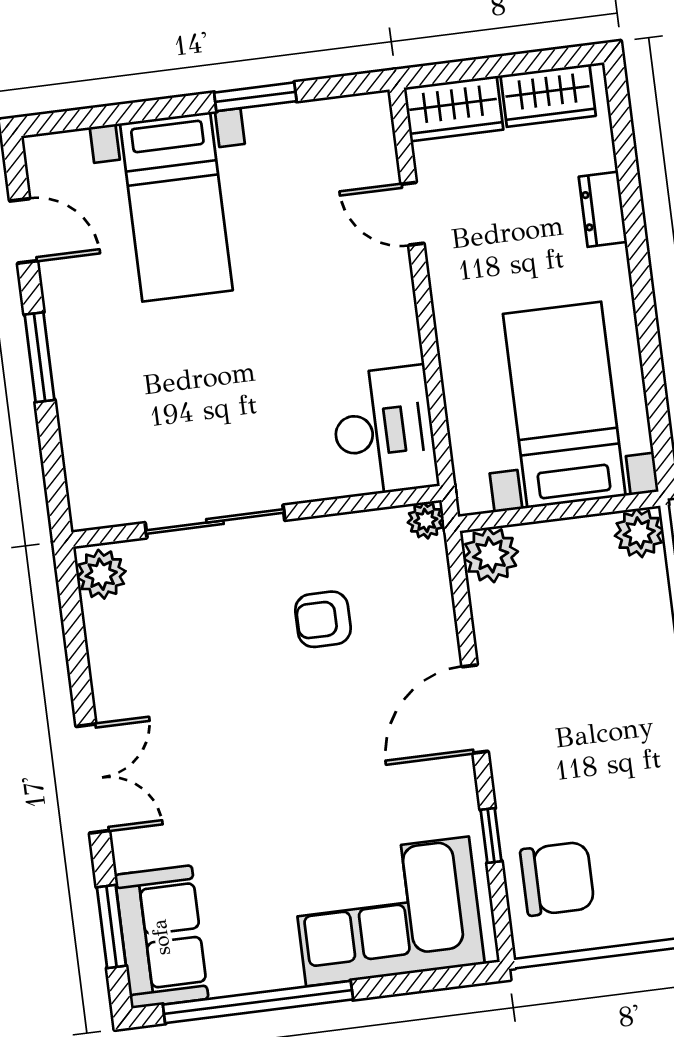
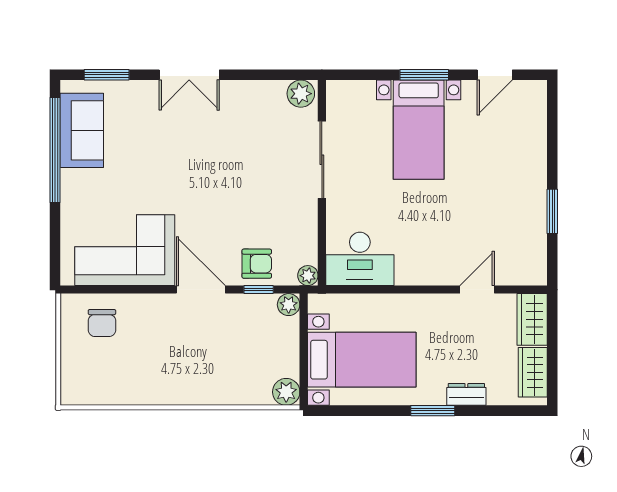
bed with nightstands: (176, 207) -> (419, 130), moved, turned -90
window: (640, 266) -> (433, 411), added
plant: (491, 555) -> (289, 305), width x0.73, depth x0.73
armchair: (323, 619) -> (257, 264), moved, turned 90
window: (491, 835) -> (259, 290), moved
chair: (557, 879) -> (102, 323), width x0.73, depth x0.73
corner sofa: (388, 911) -> (125, 250), moved, turned -90
sofa: (161, 937) -> (82, 130), moved, turned -90

